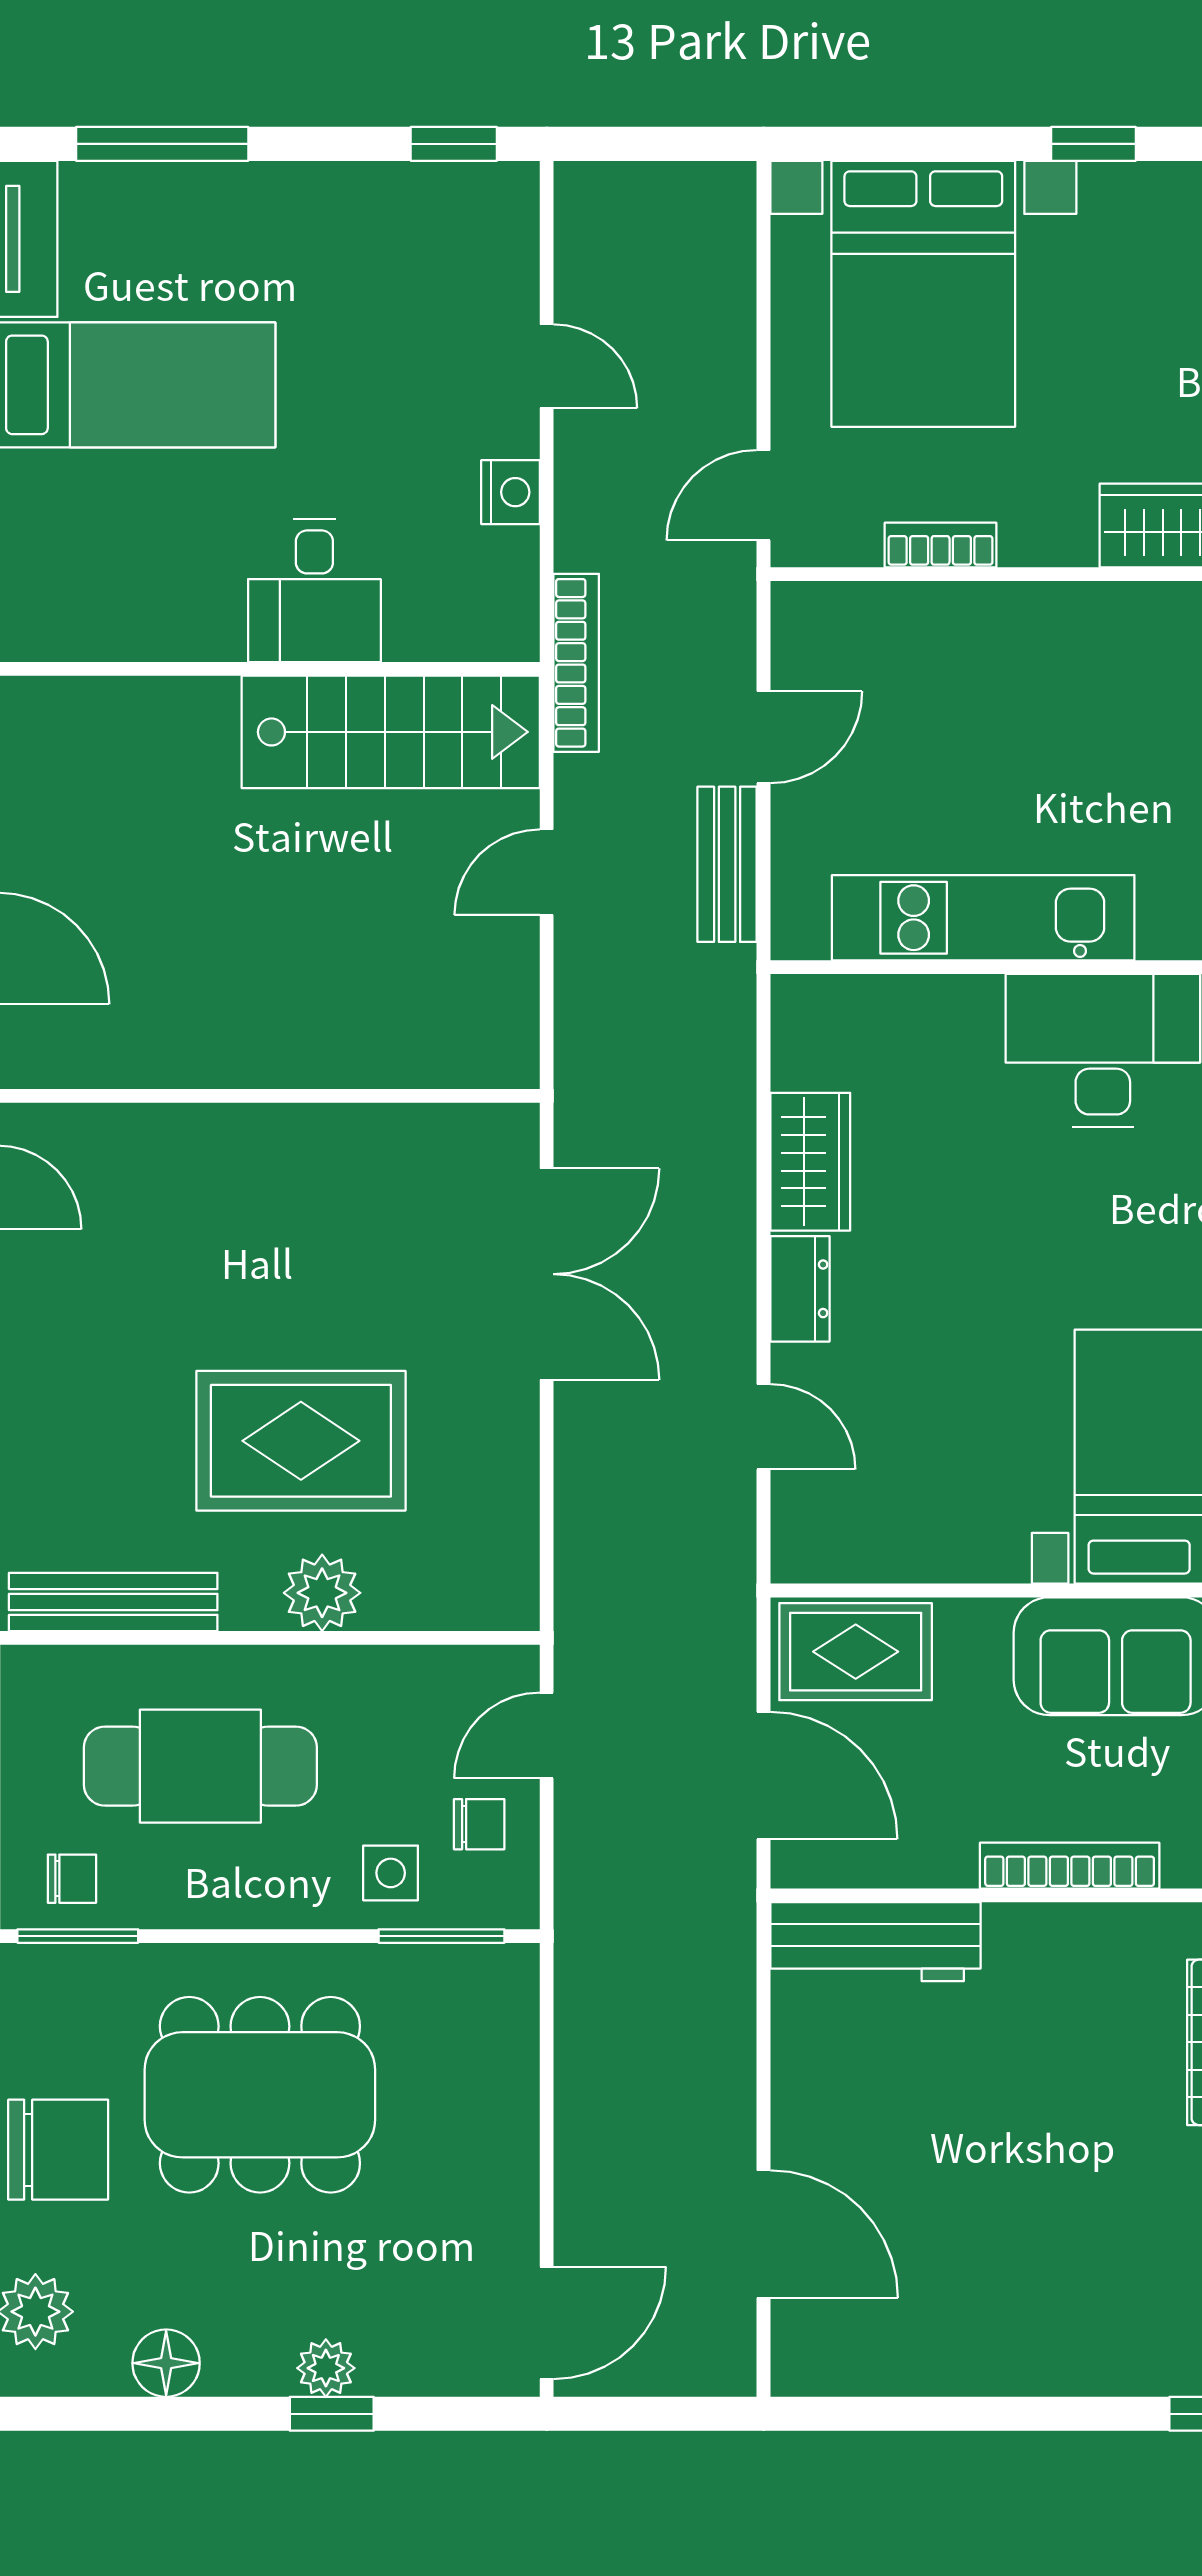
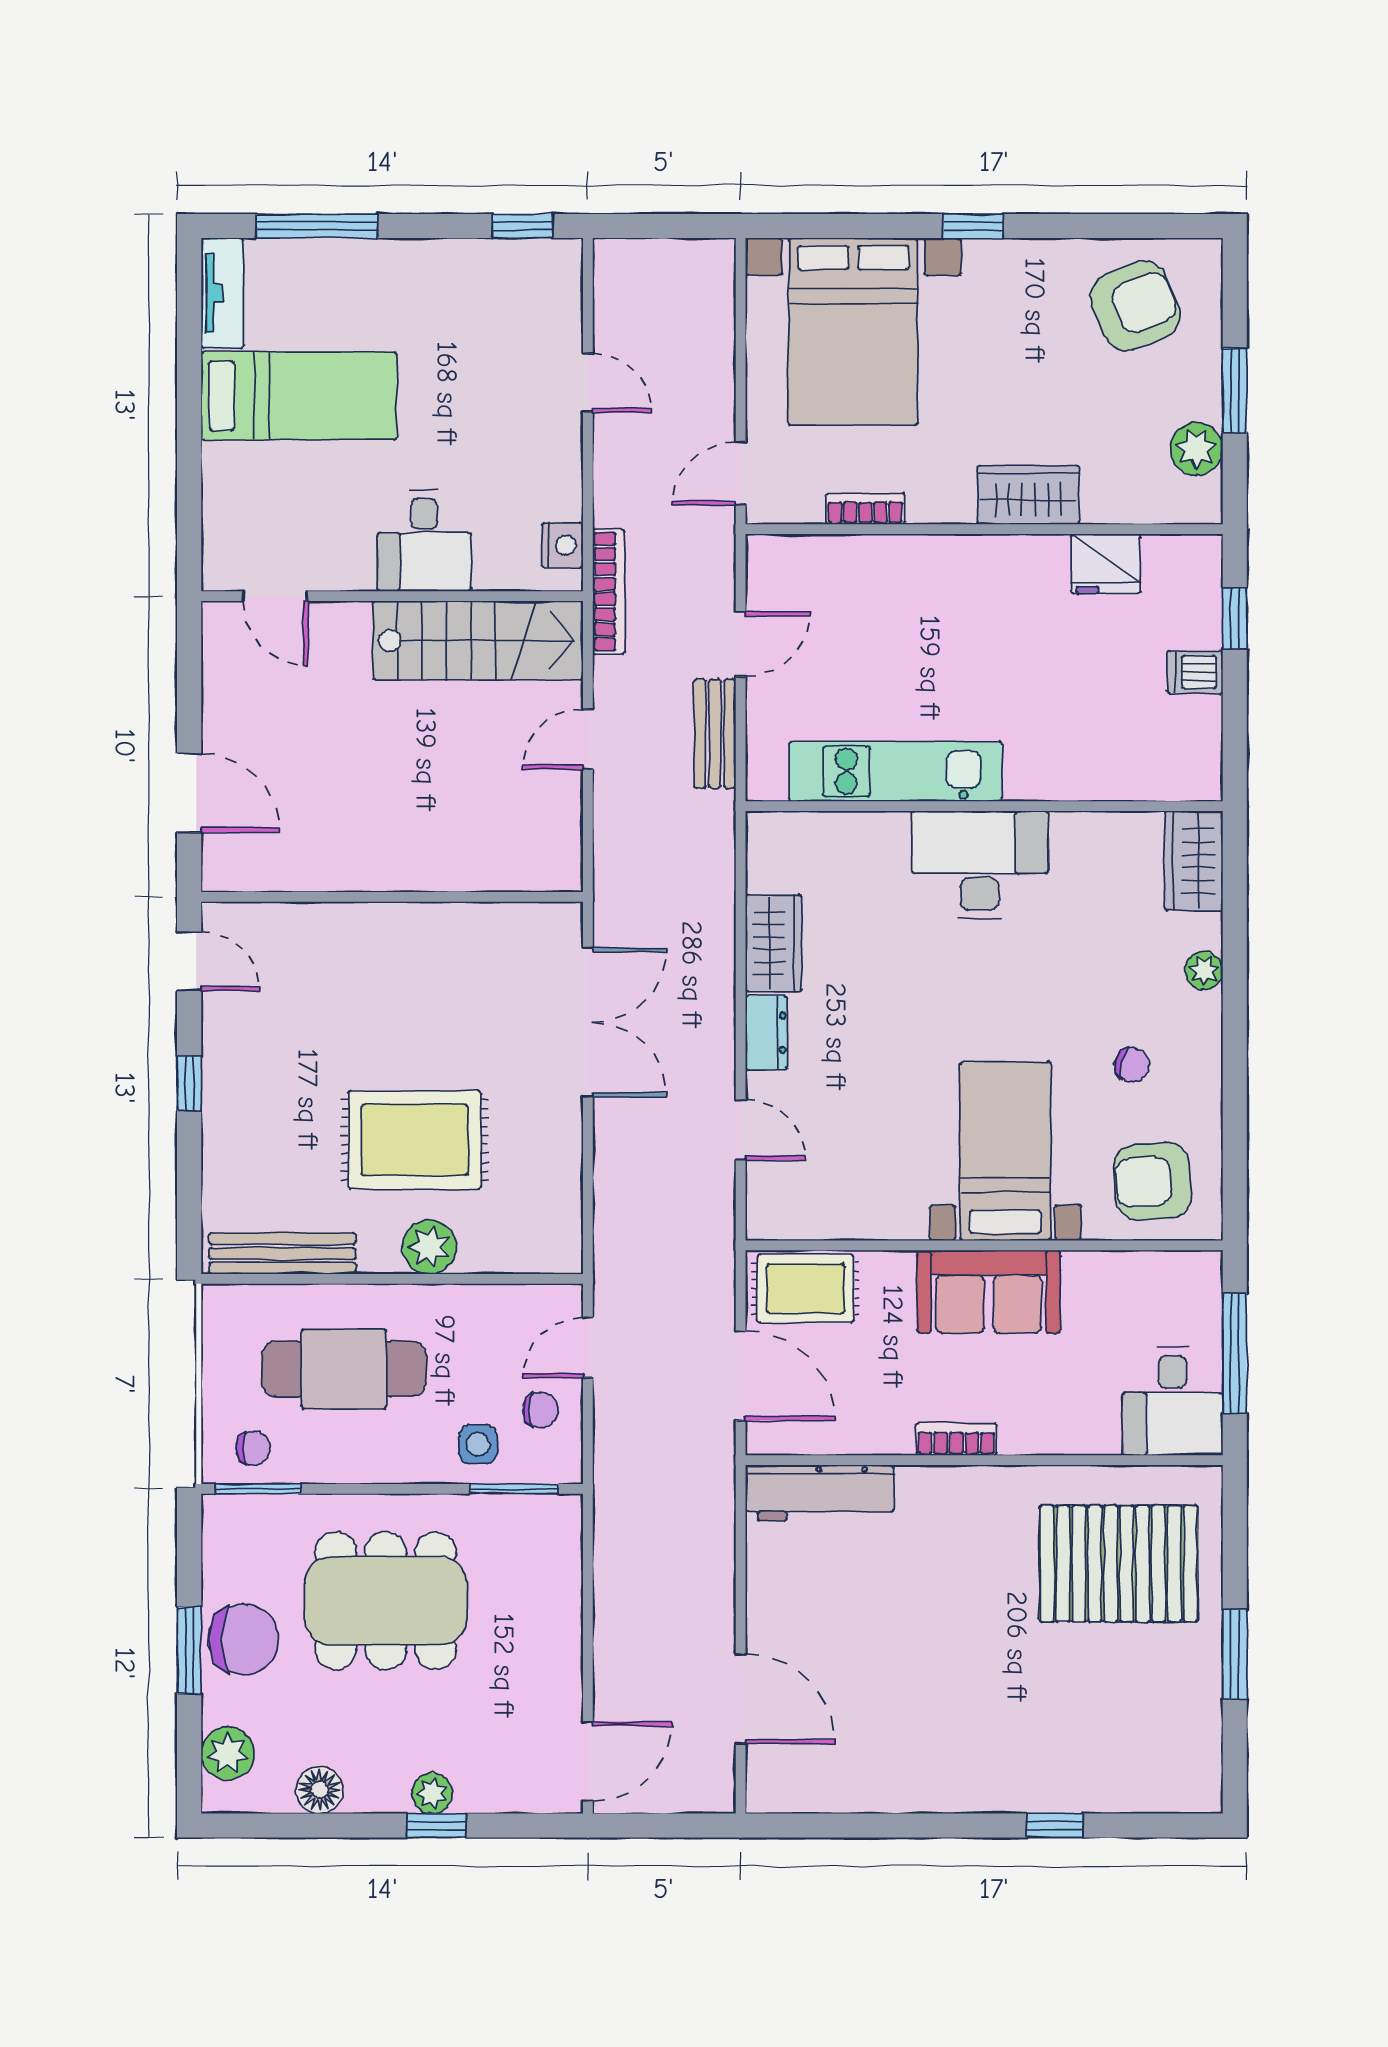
nightstand: (511, 492) -> (562, 545), moved
door: (103, 669) -> (275, 596), added
bookcase: (1070, 1866) -> (956, 1439), width x0.64

